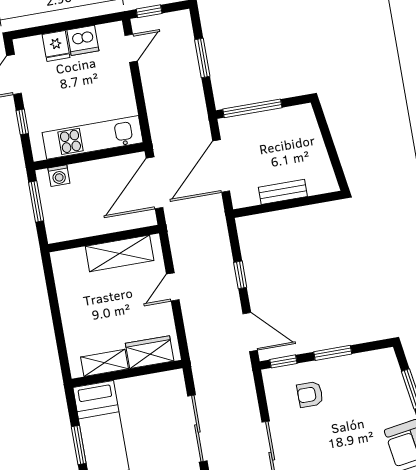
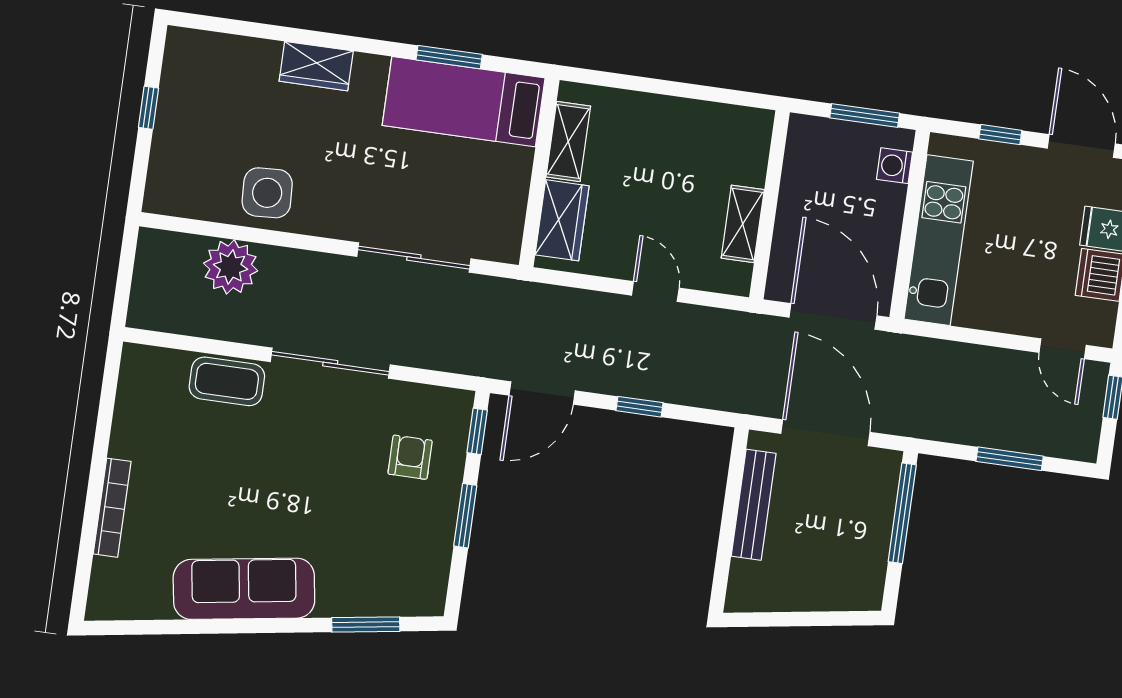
bench: (283, 192) -> (754, 505), width x1.36
shelving: (120, 253) -> (743, 224), width x0.67, depth x0.75

